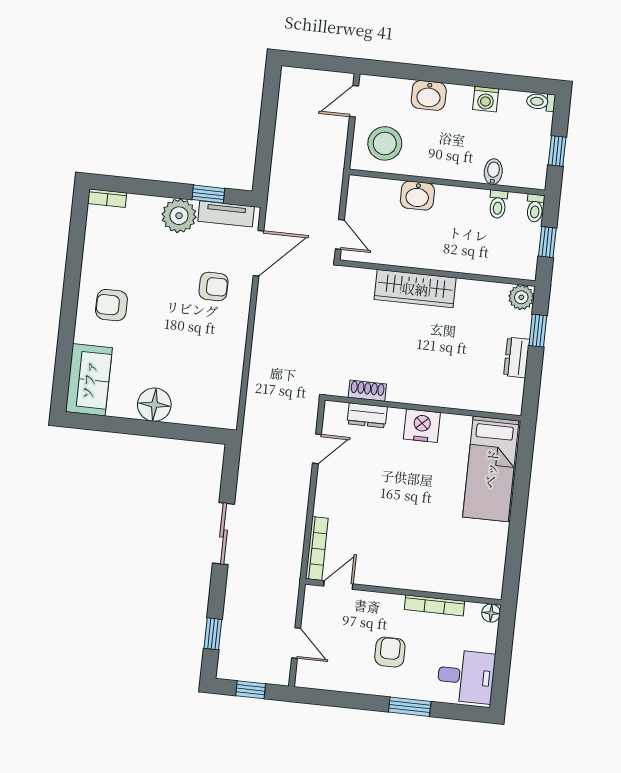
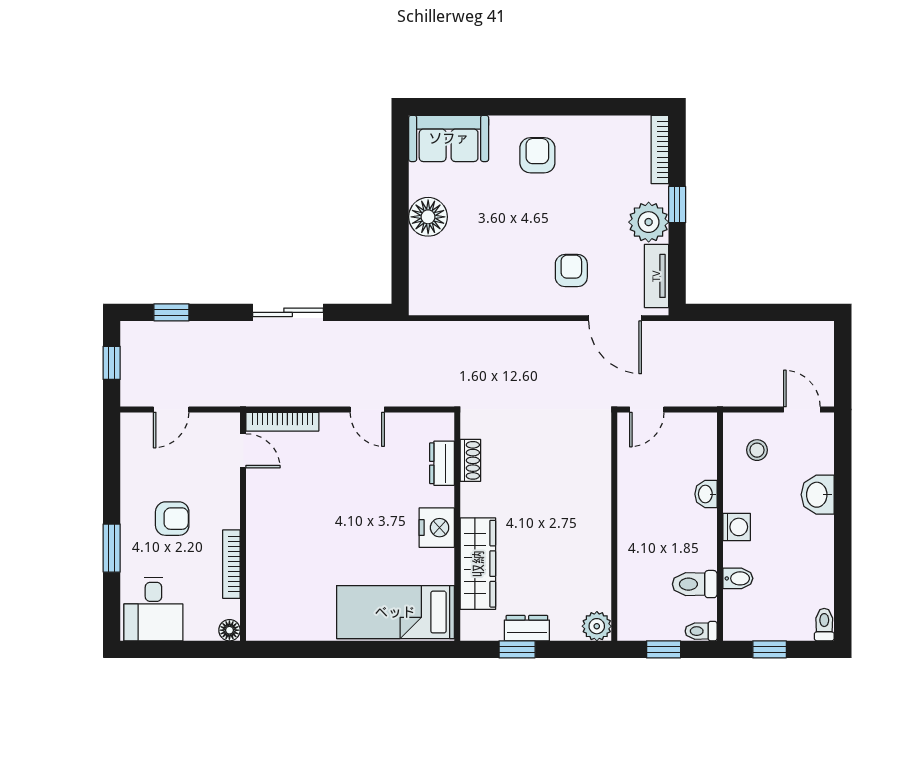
washing machine: (486, 99) -> (737, 527), moved, turned 180
stool: (385, 143) -> (757, 450), width x0.53, depth x0.53
window: (208, 194) -> (677, 205), moved
washbasin: (417, 196) -> (706, 494), width x0.72, depth x0.69
bookcase: (107, 198) -> (660, 149), width x1.56
toilet: (498, 204) -> (695, 584), width x1.37, depth x1.39
armchair: (214, 287) -> (571, 271), turned 180
wardrobe: (415, 289) -> (478, 564), moved, turned 180
window: (538, 331) -> (517, 649), moved
door: (317, 449) -> (367, 410), moved

